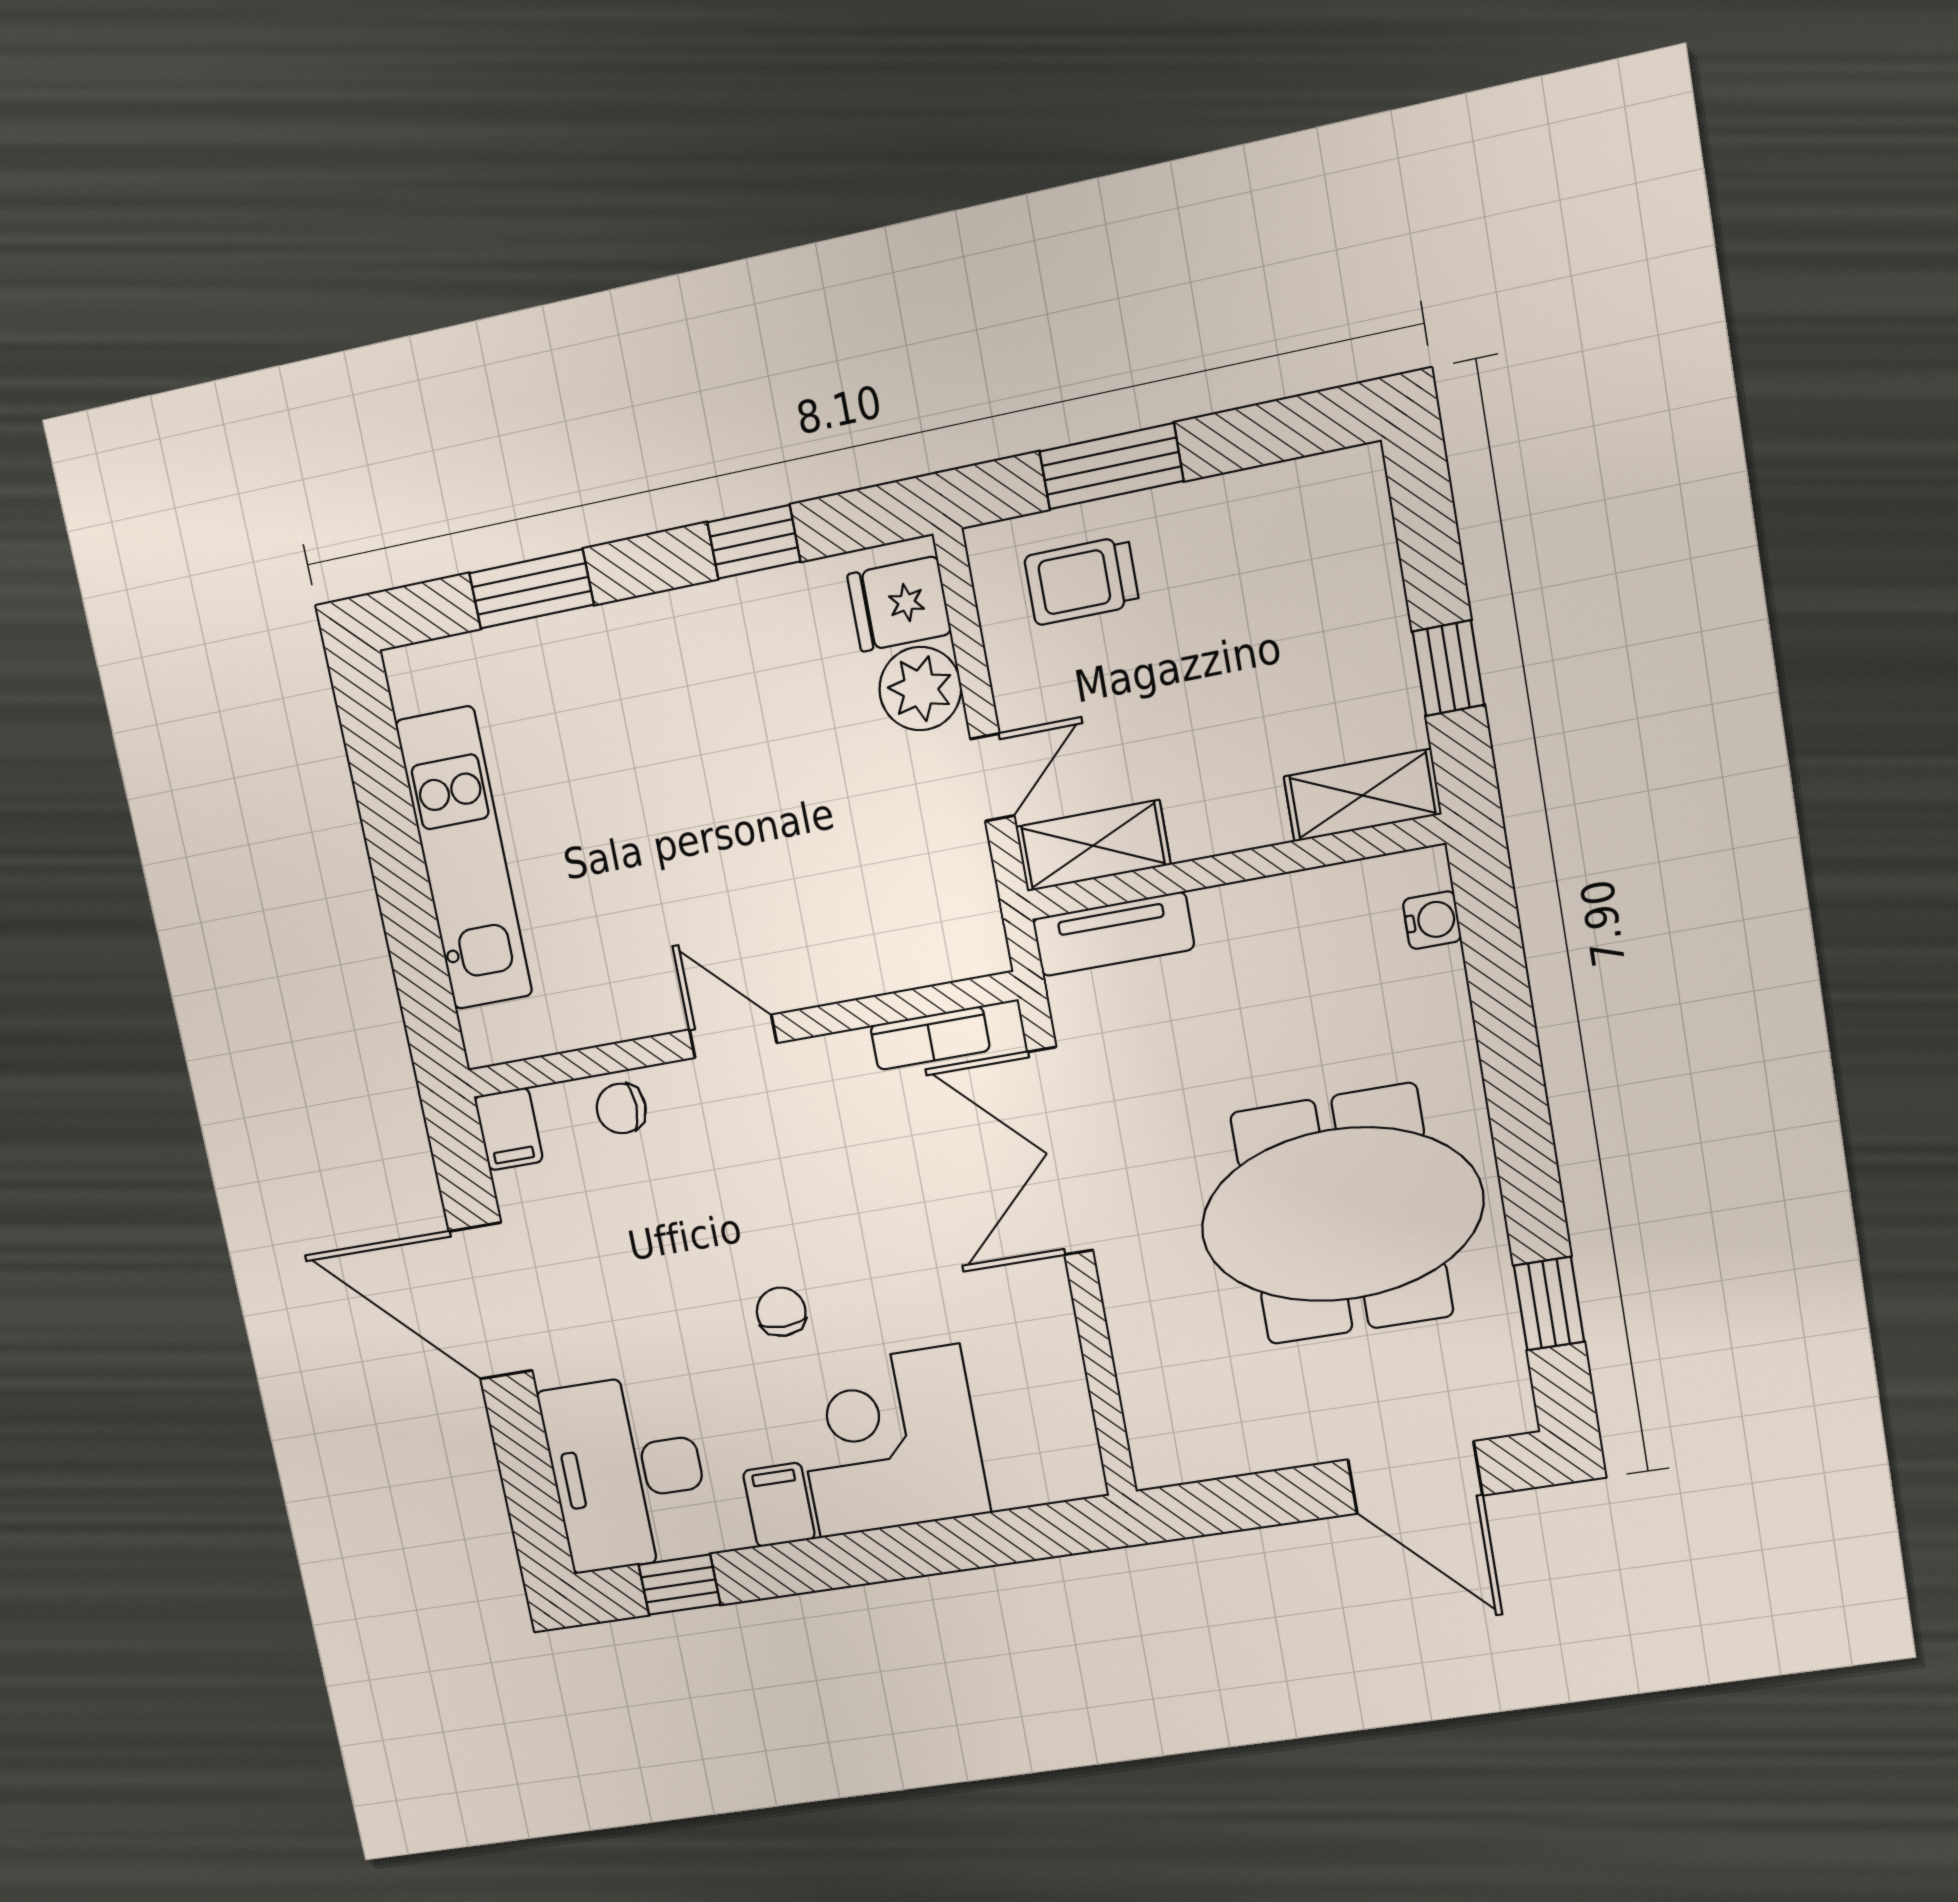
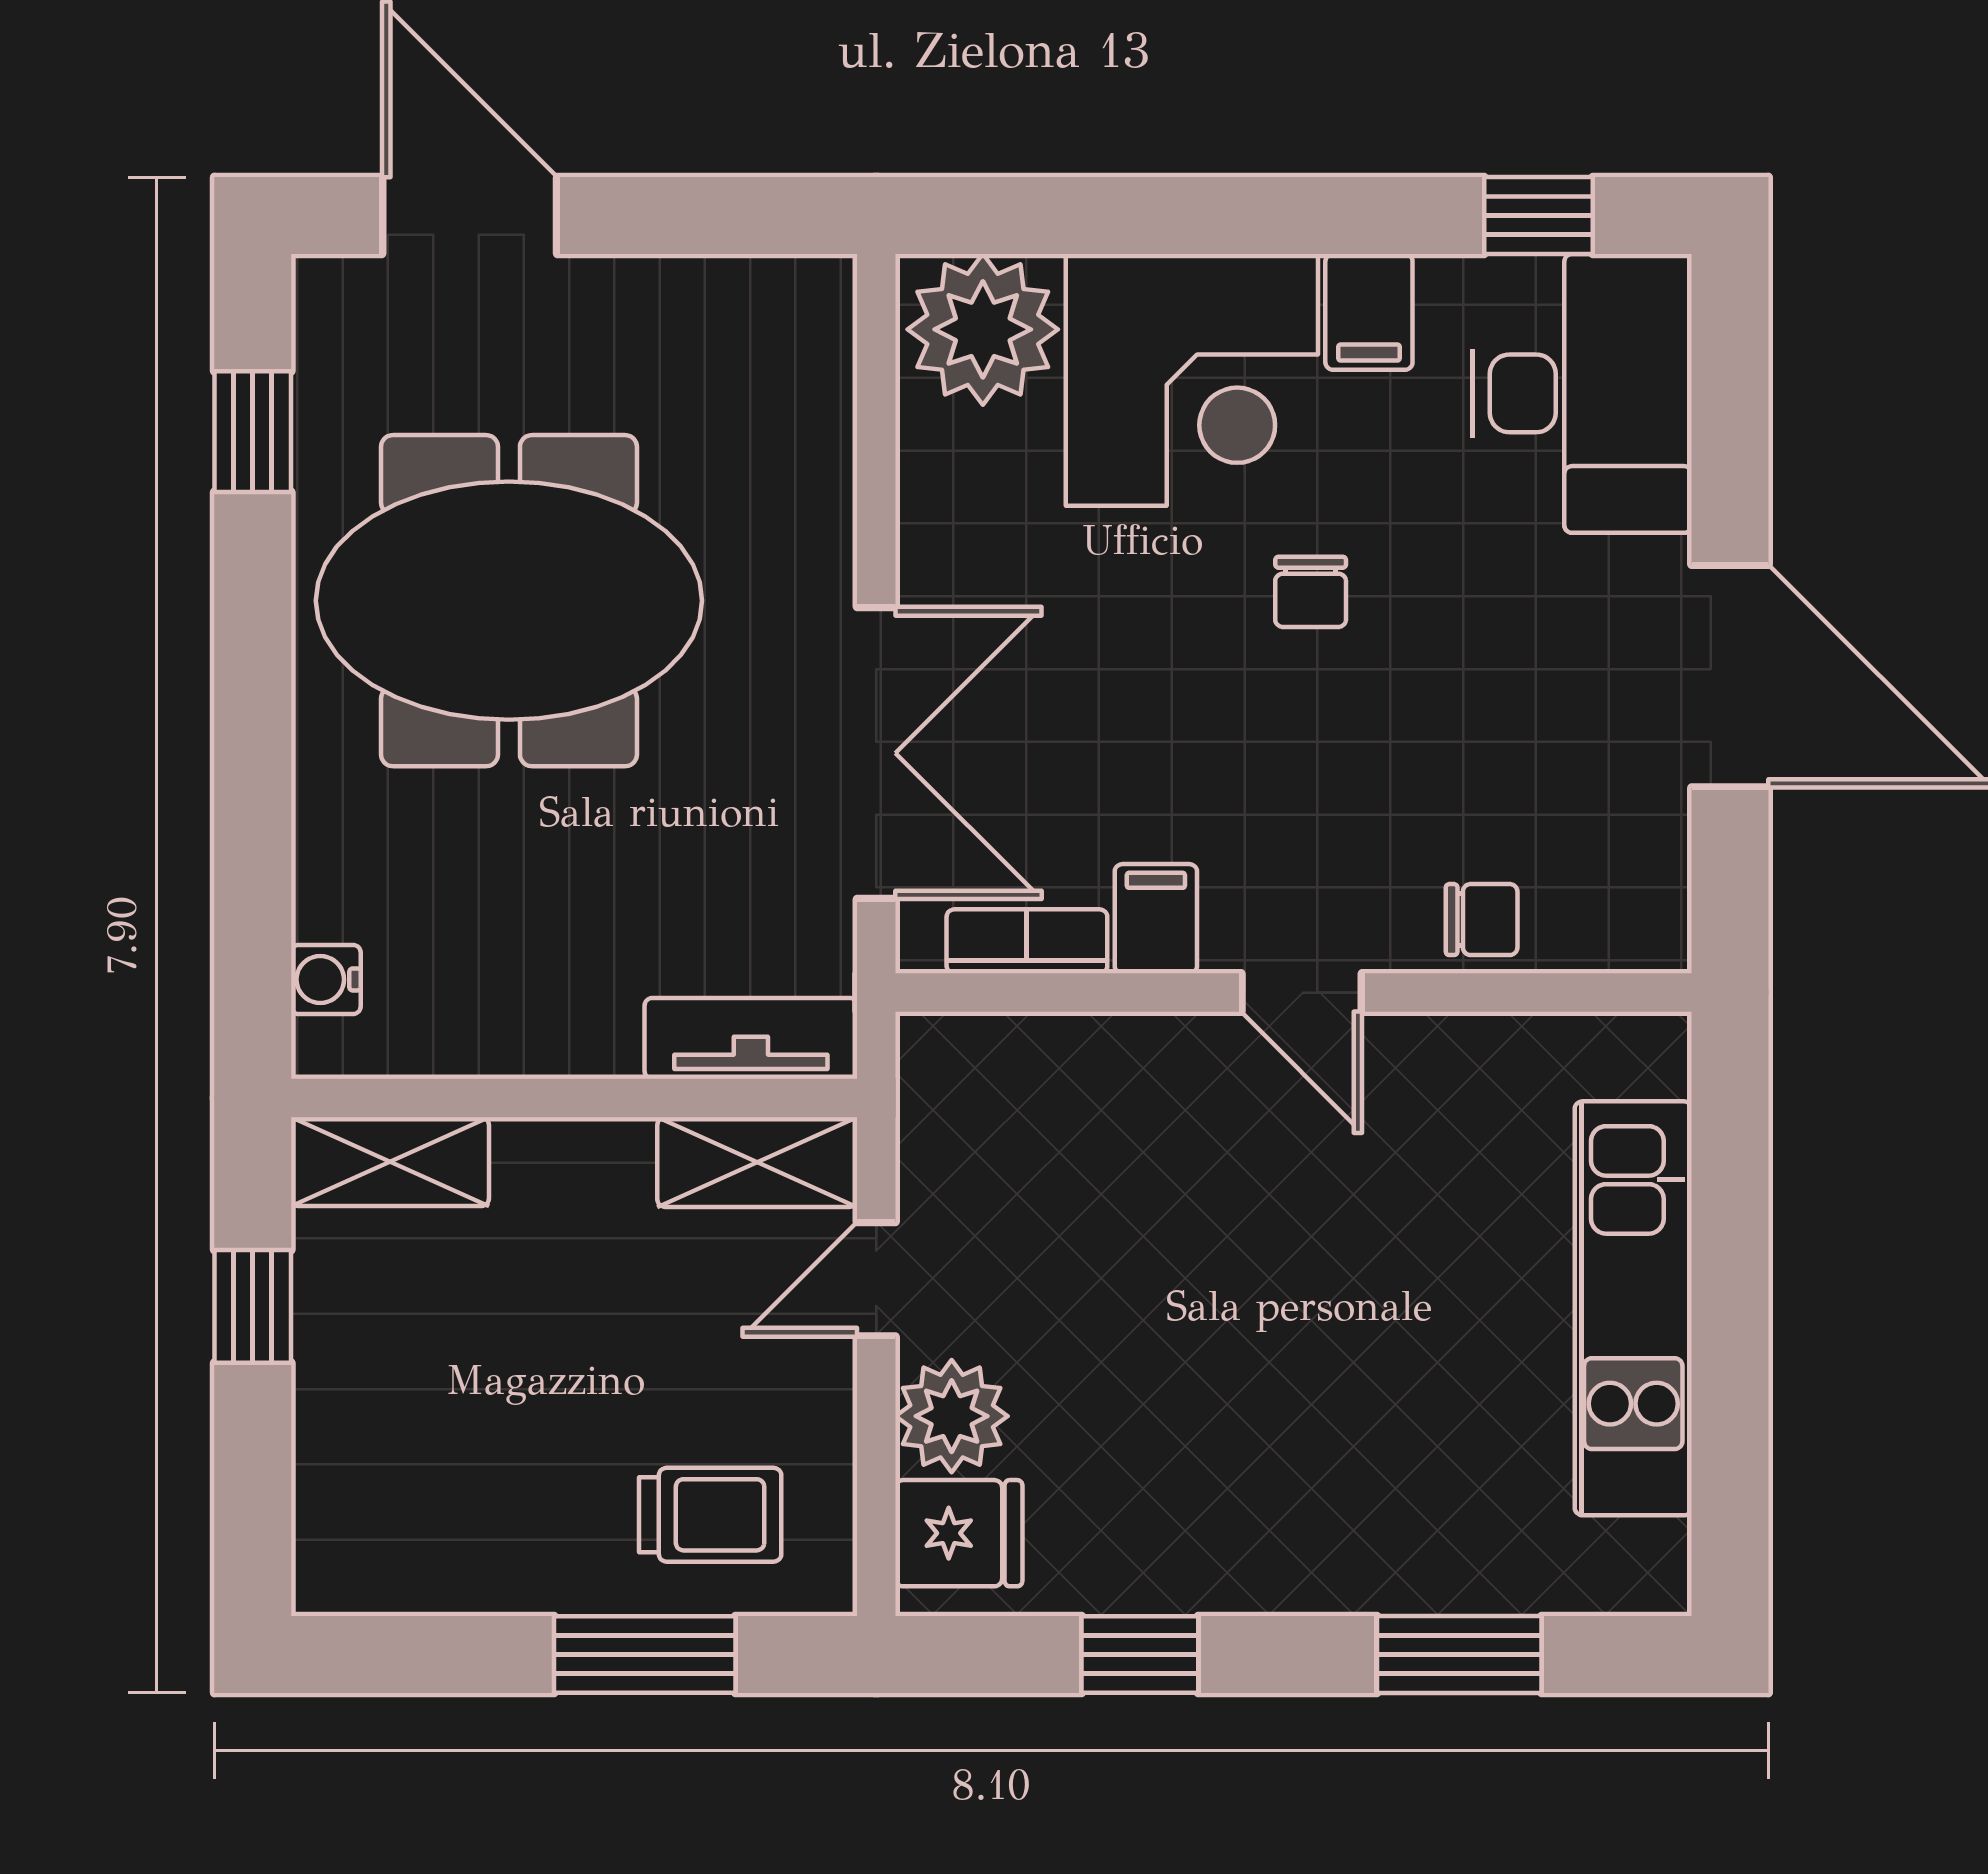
filing cabinet: (509, 1129) -> (1156, 919), moved
plant: (1039, 1454) -> (983, 329), added

